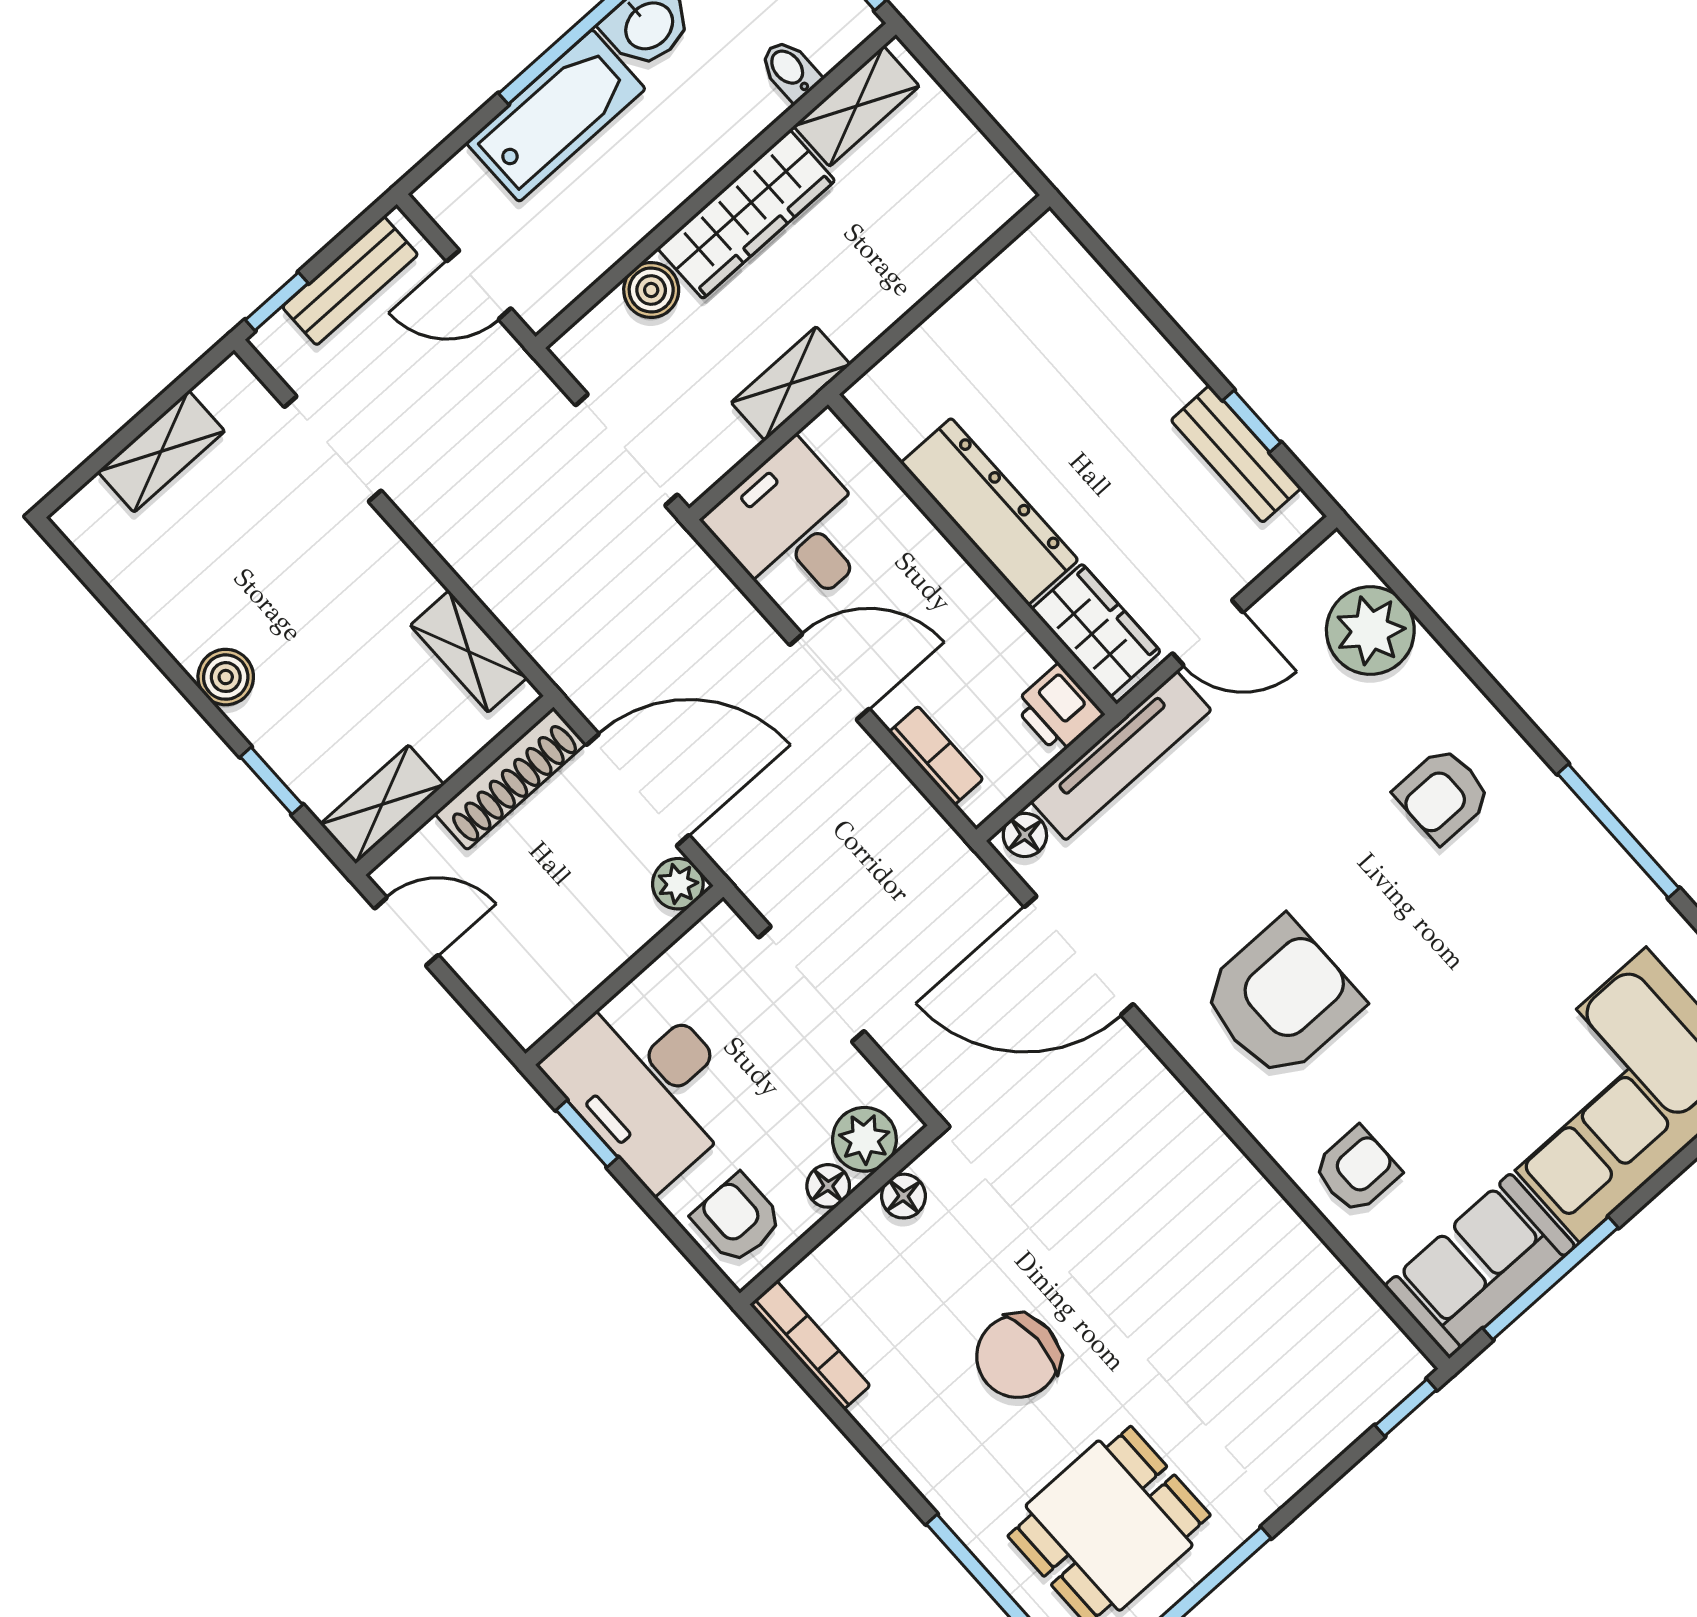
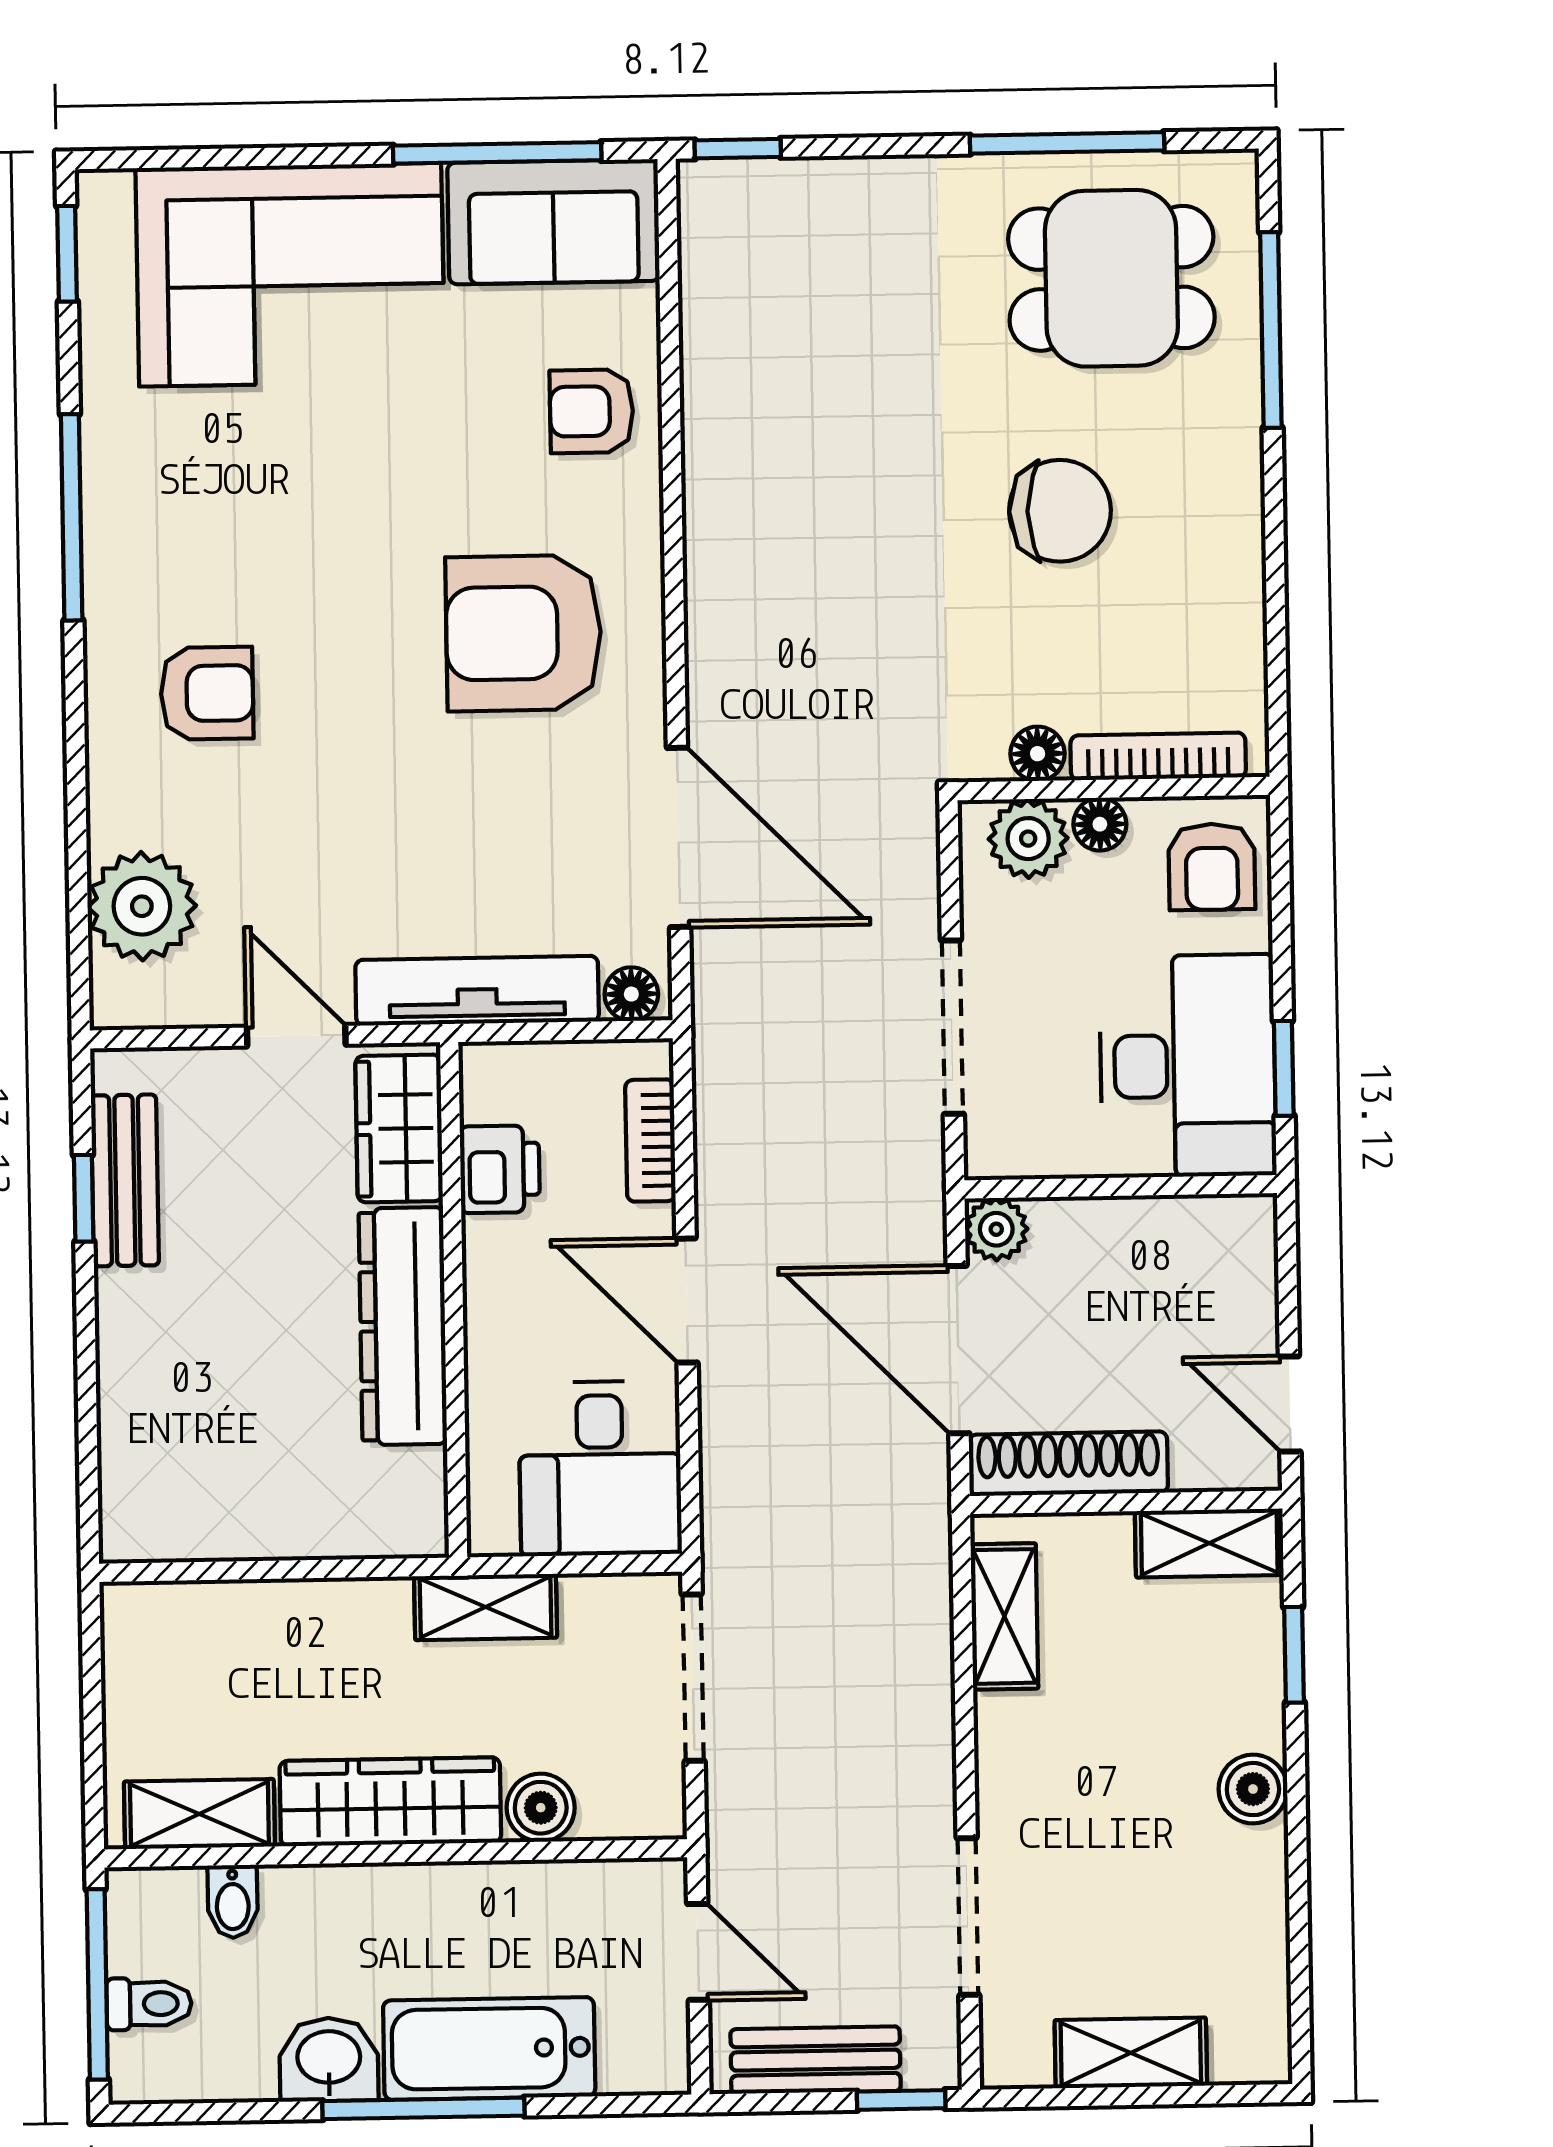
printer: (1058, 709) -> (500, 1169), moved
bookcase: (810, 1345) -> (1158, 756), moved, turned 90

